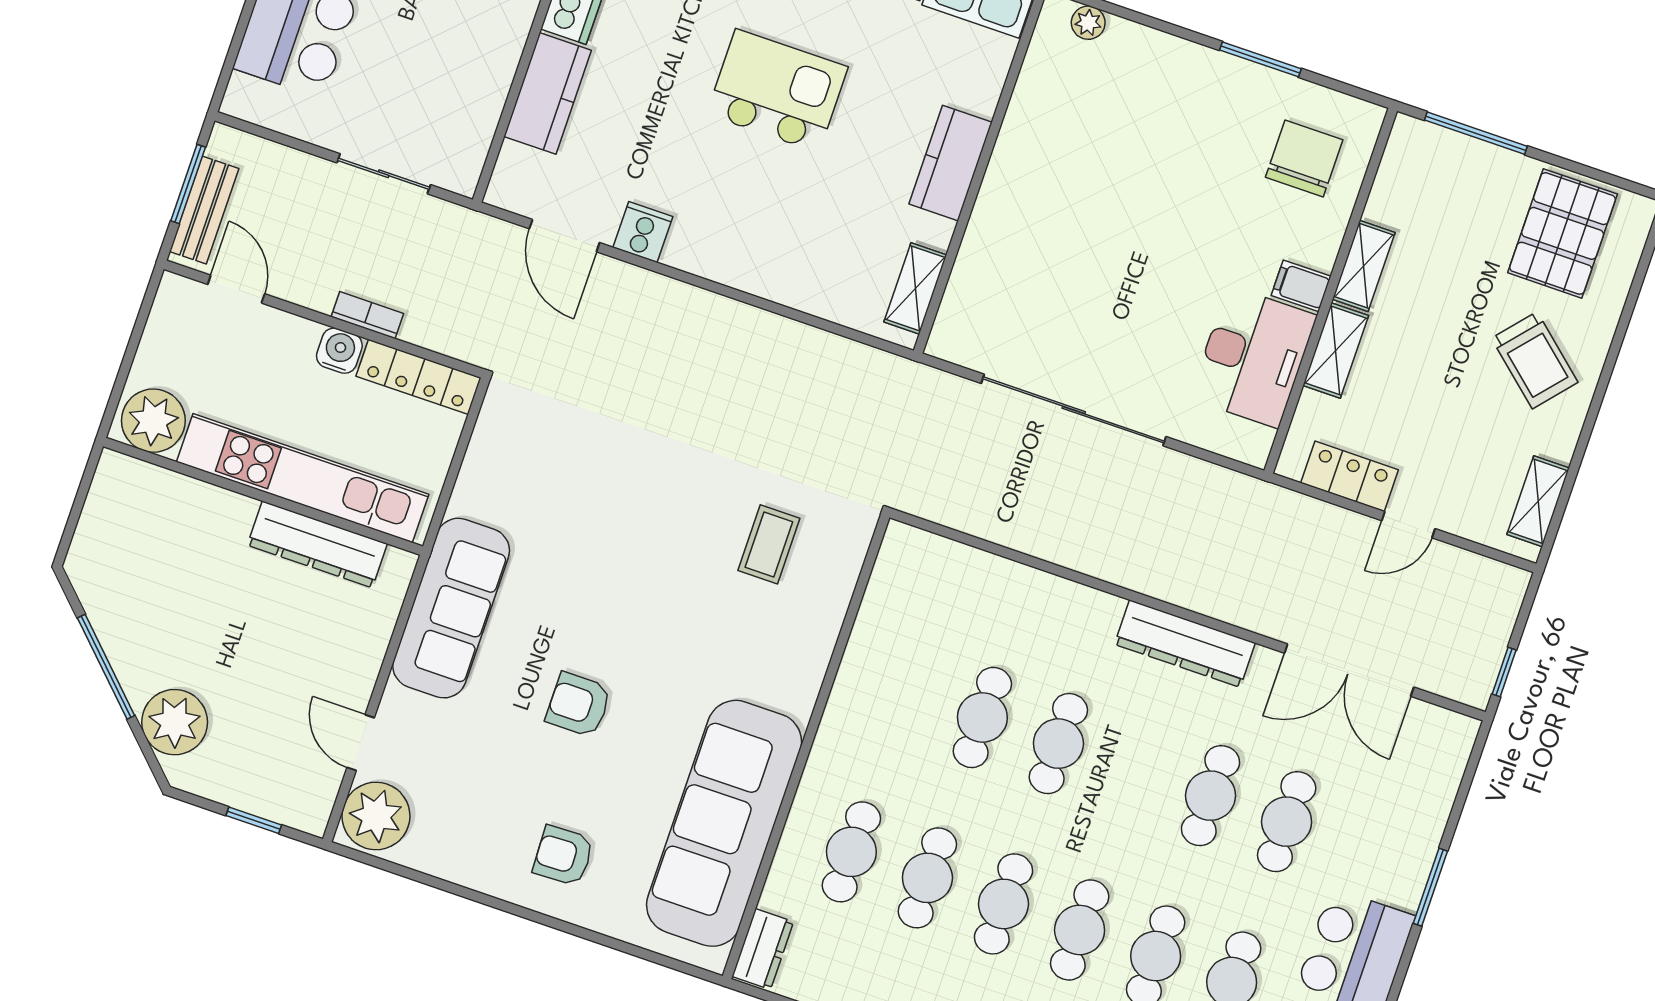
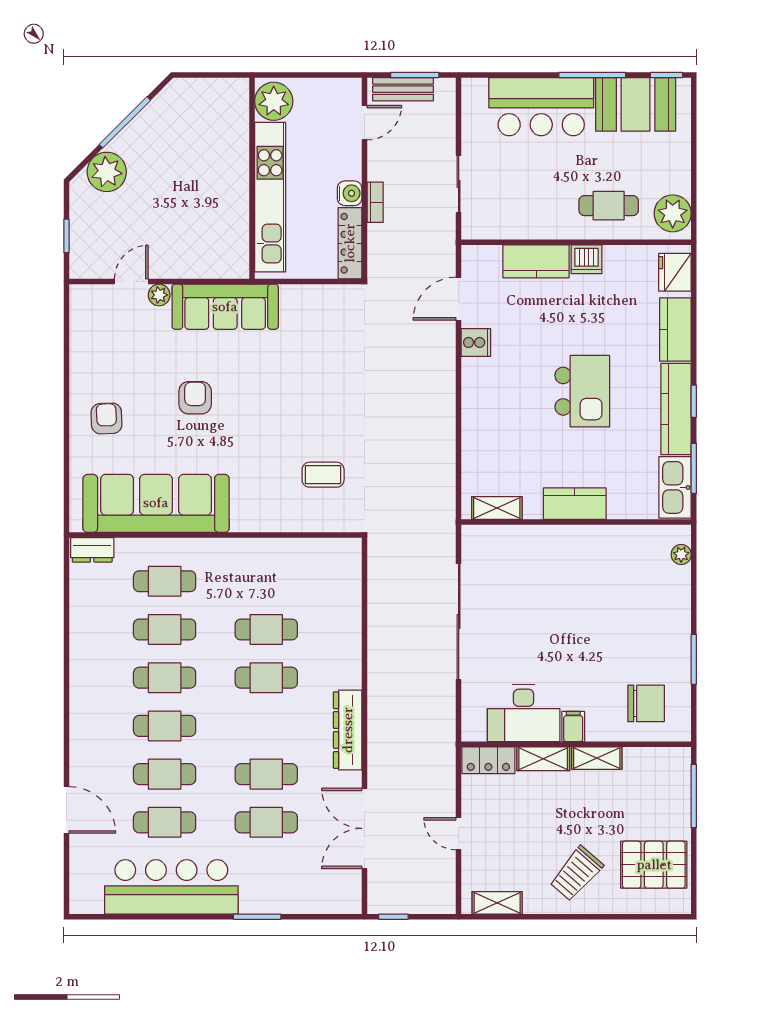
locker: (1350, 476) -> (488, 760), moved, turned 90
dresser: (317, 544) -> (235, 218), removed
plant: (376, 816) -> (159, 295), moved, width x0.53, depth x0.53

